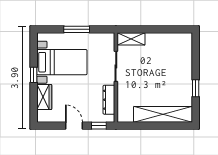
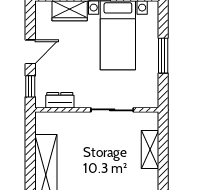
shelving: (131, 39) -> (150, 150), moved
dresser: (109, 100) -> (60, 100), width x0.70

